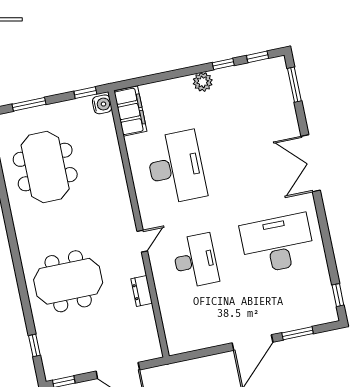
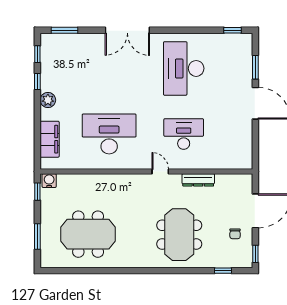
filing cabinet: (130, 111) -> (50, 139), moved, turned 90
dresser: (142, 291) -> (198, 180), width x1.44
chair: (84, 351) -> (235, 234), added

